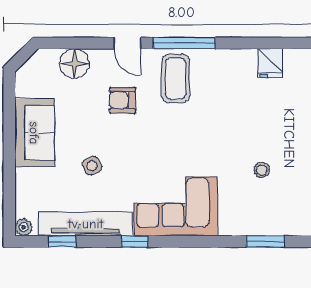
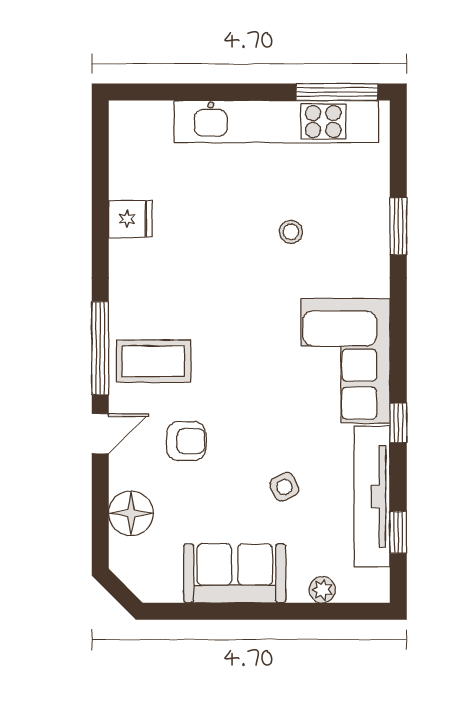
armchair: (122, 100) -> (186, 441), turned -90
plant: (24, 227) -> (322, 590), moved

